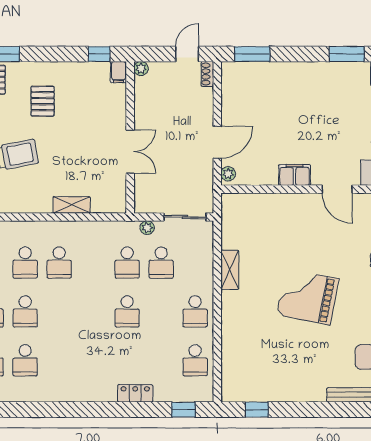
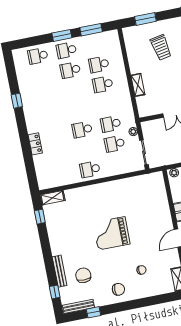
shelving: (230, 270) -> (53, 198), moved
grand piano: (308, 297) -> (112, 233), turned -101
school desk: (25, 360) -> (42, 76), removed
school desk: (195, 360) -> (61, 175), removed
window: (184, 410) -> (17, 101), moved

